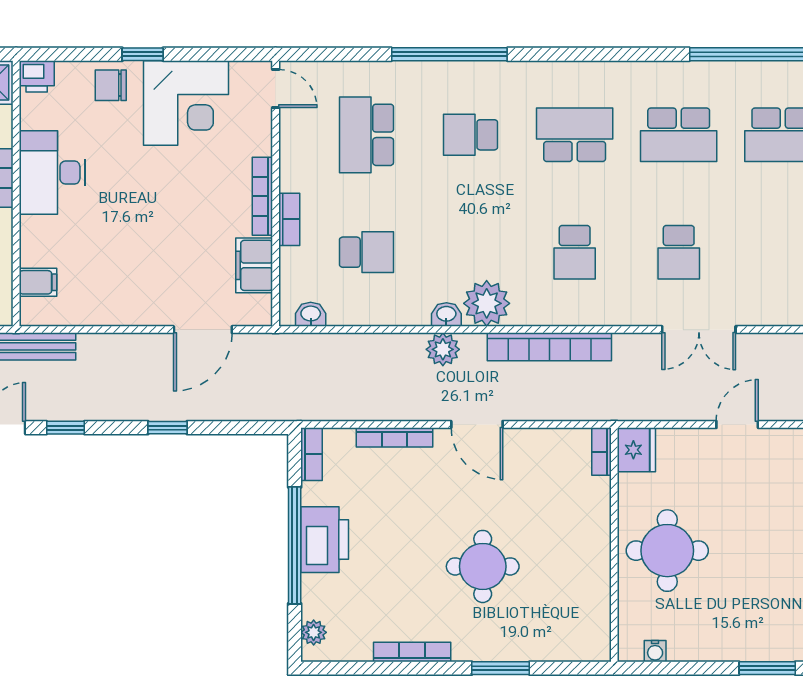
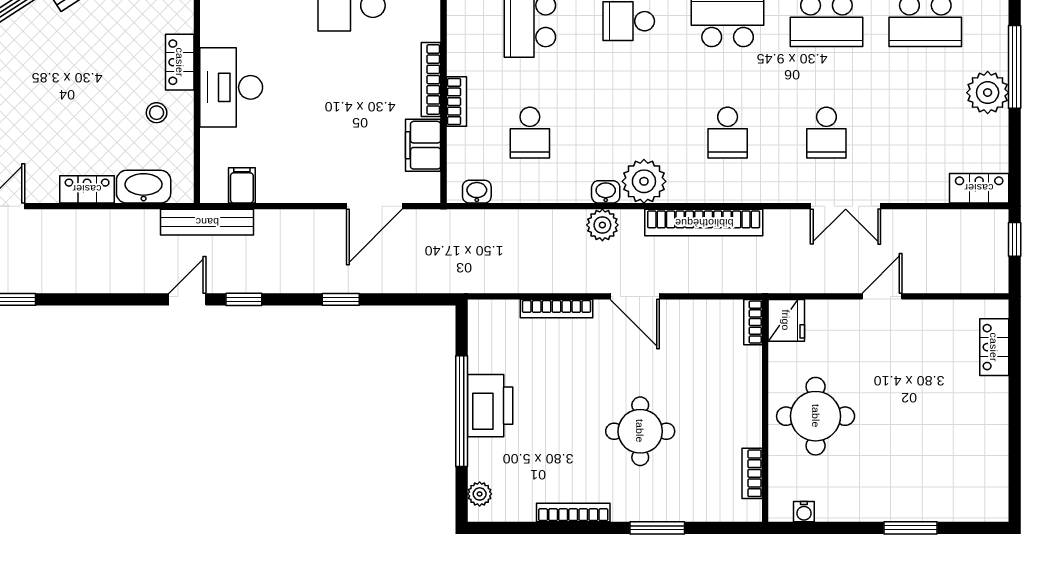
desk: (52, 173) -> (231, 87), moved
school desk: (366, 252) -> (530, 133), turned 90
filing cabinet: (38, 282) -> (242, 185), moved, turned -90
bookcase: (312, 454) -> (752, 473), moved, turned 180

